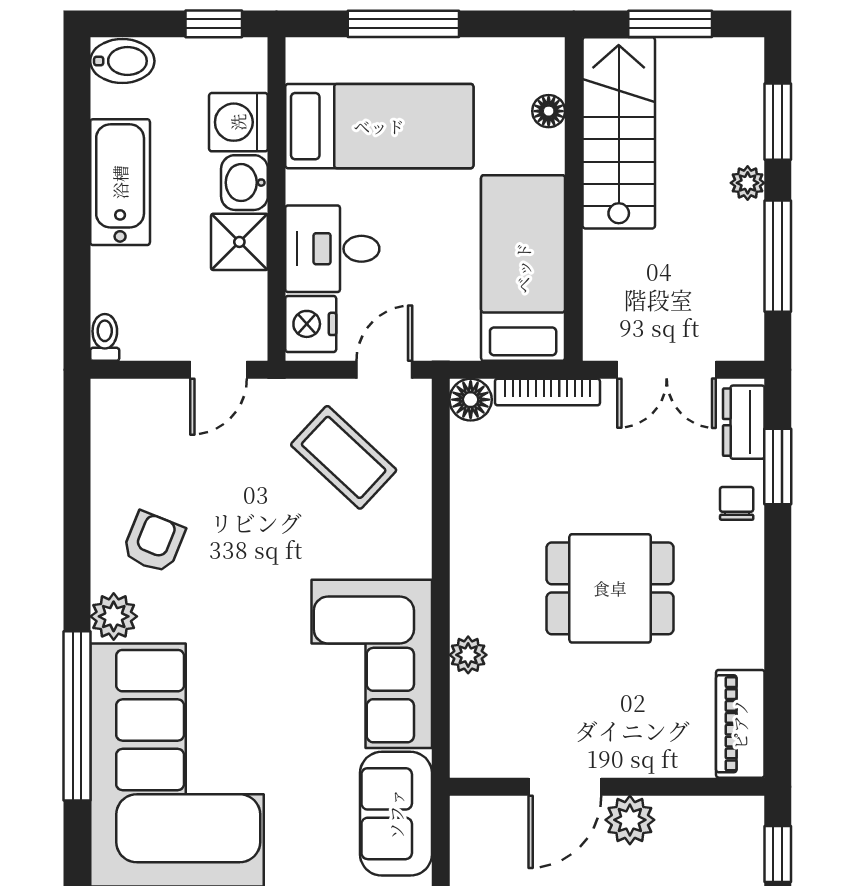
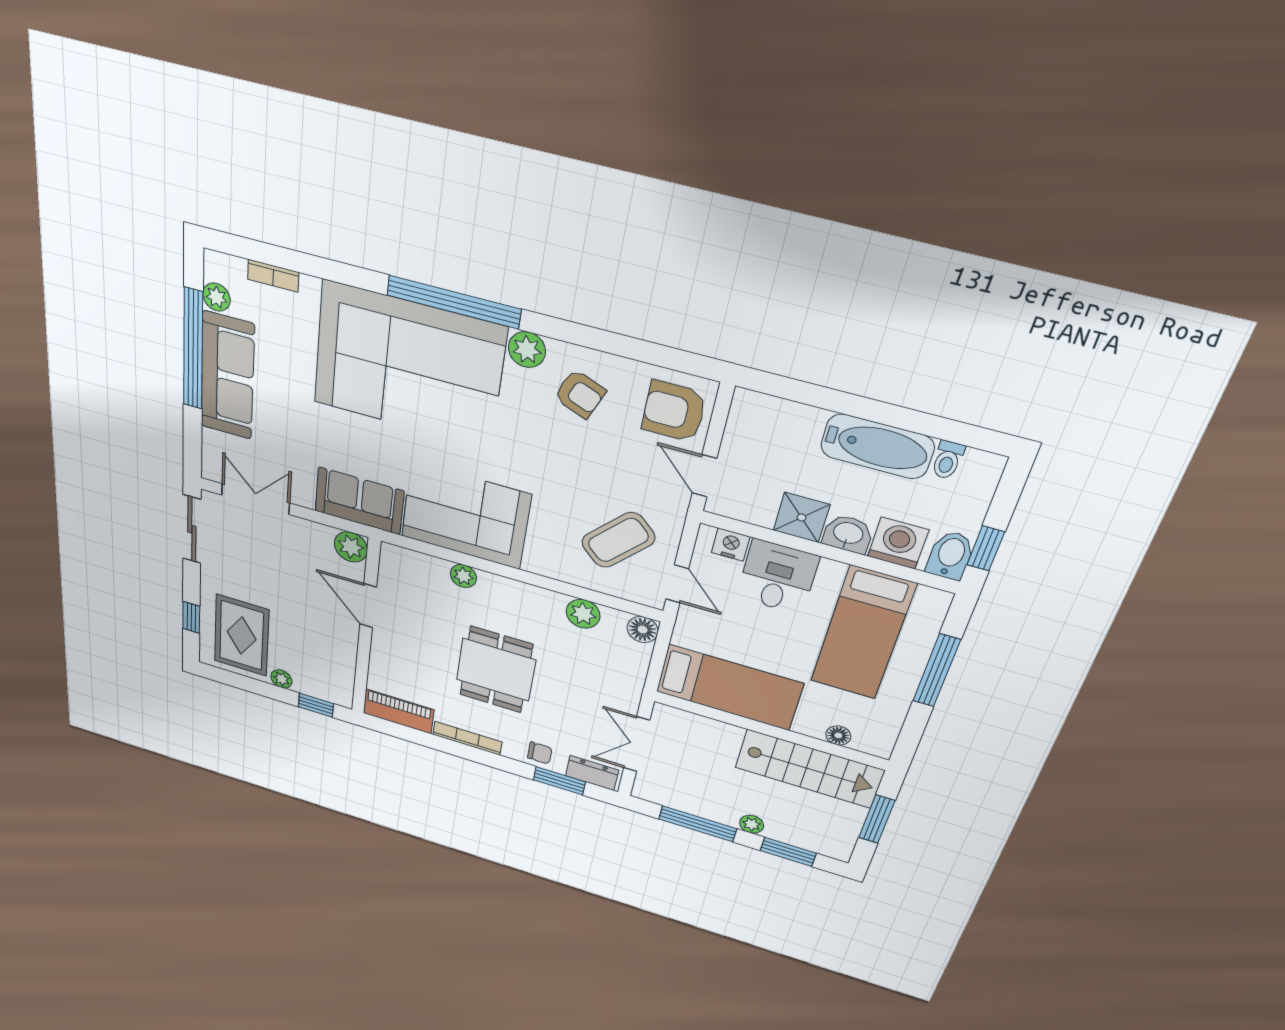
bidet: (122, 61) -> (950, 555), moved, turned 180
nightstand: (311, 324) -> (731, 545), width x0.74, depth x0.75
toilet: (105, 337) -> (948, 460), moved, turned 90
bookcase: (547, 392) -> (467, 738), moved, turned 90
armchair: (144, 425) -> (674, 411), added
plant: (473, 483) -> (583, 614), added
plant: (630, 820) -> (351, 547), moved

